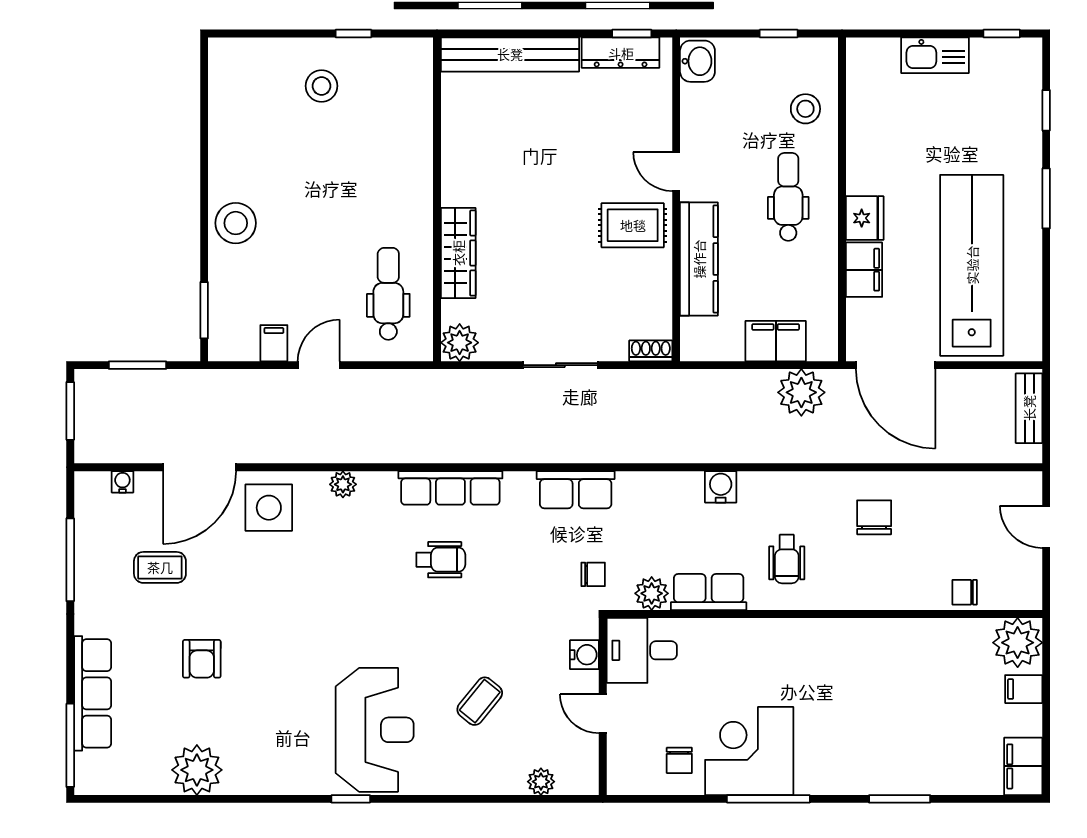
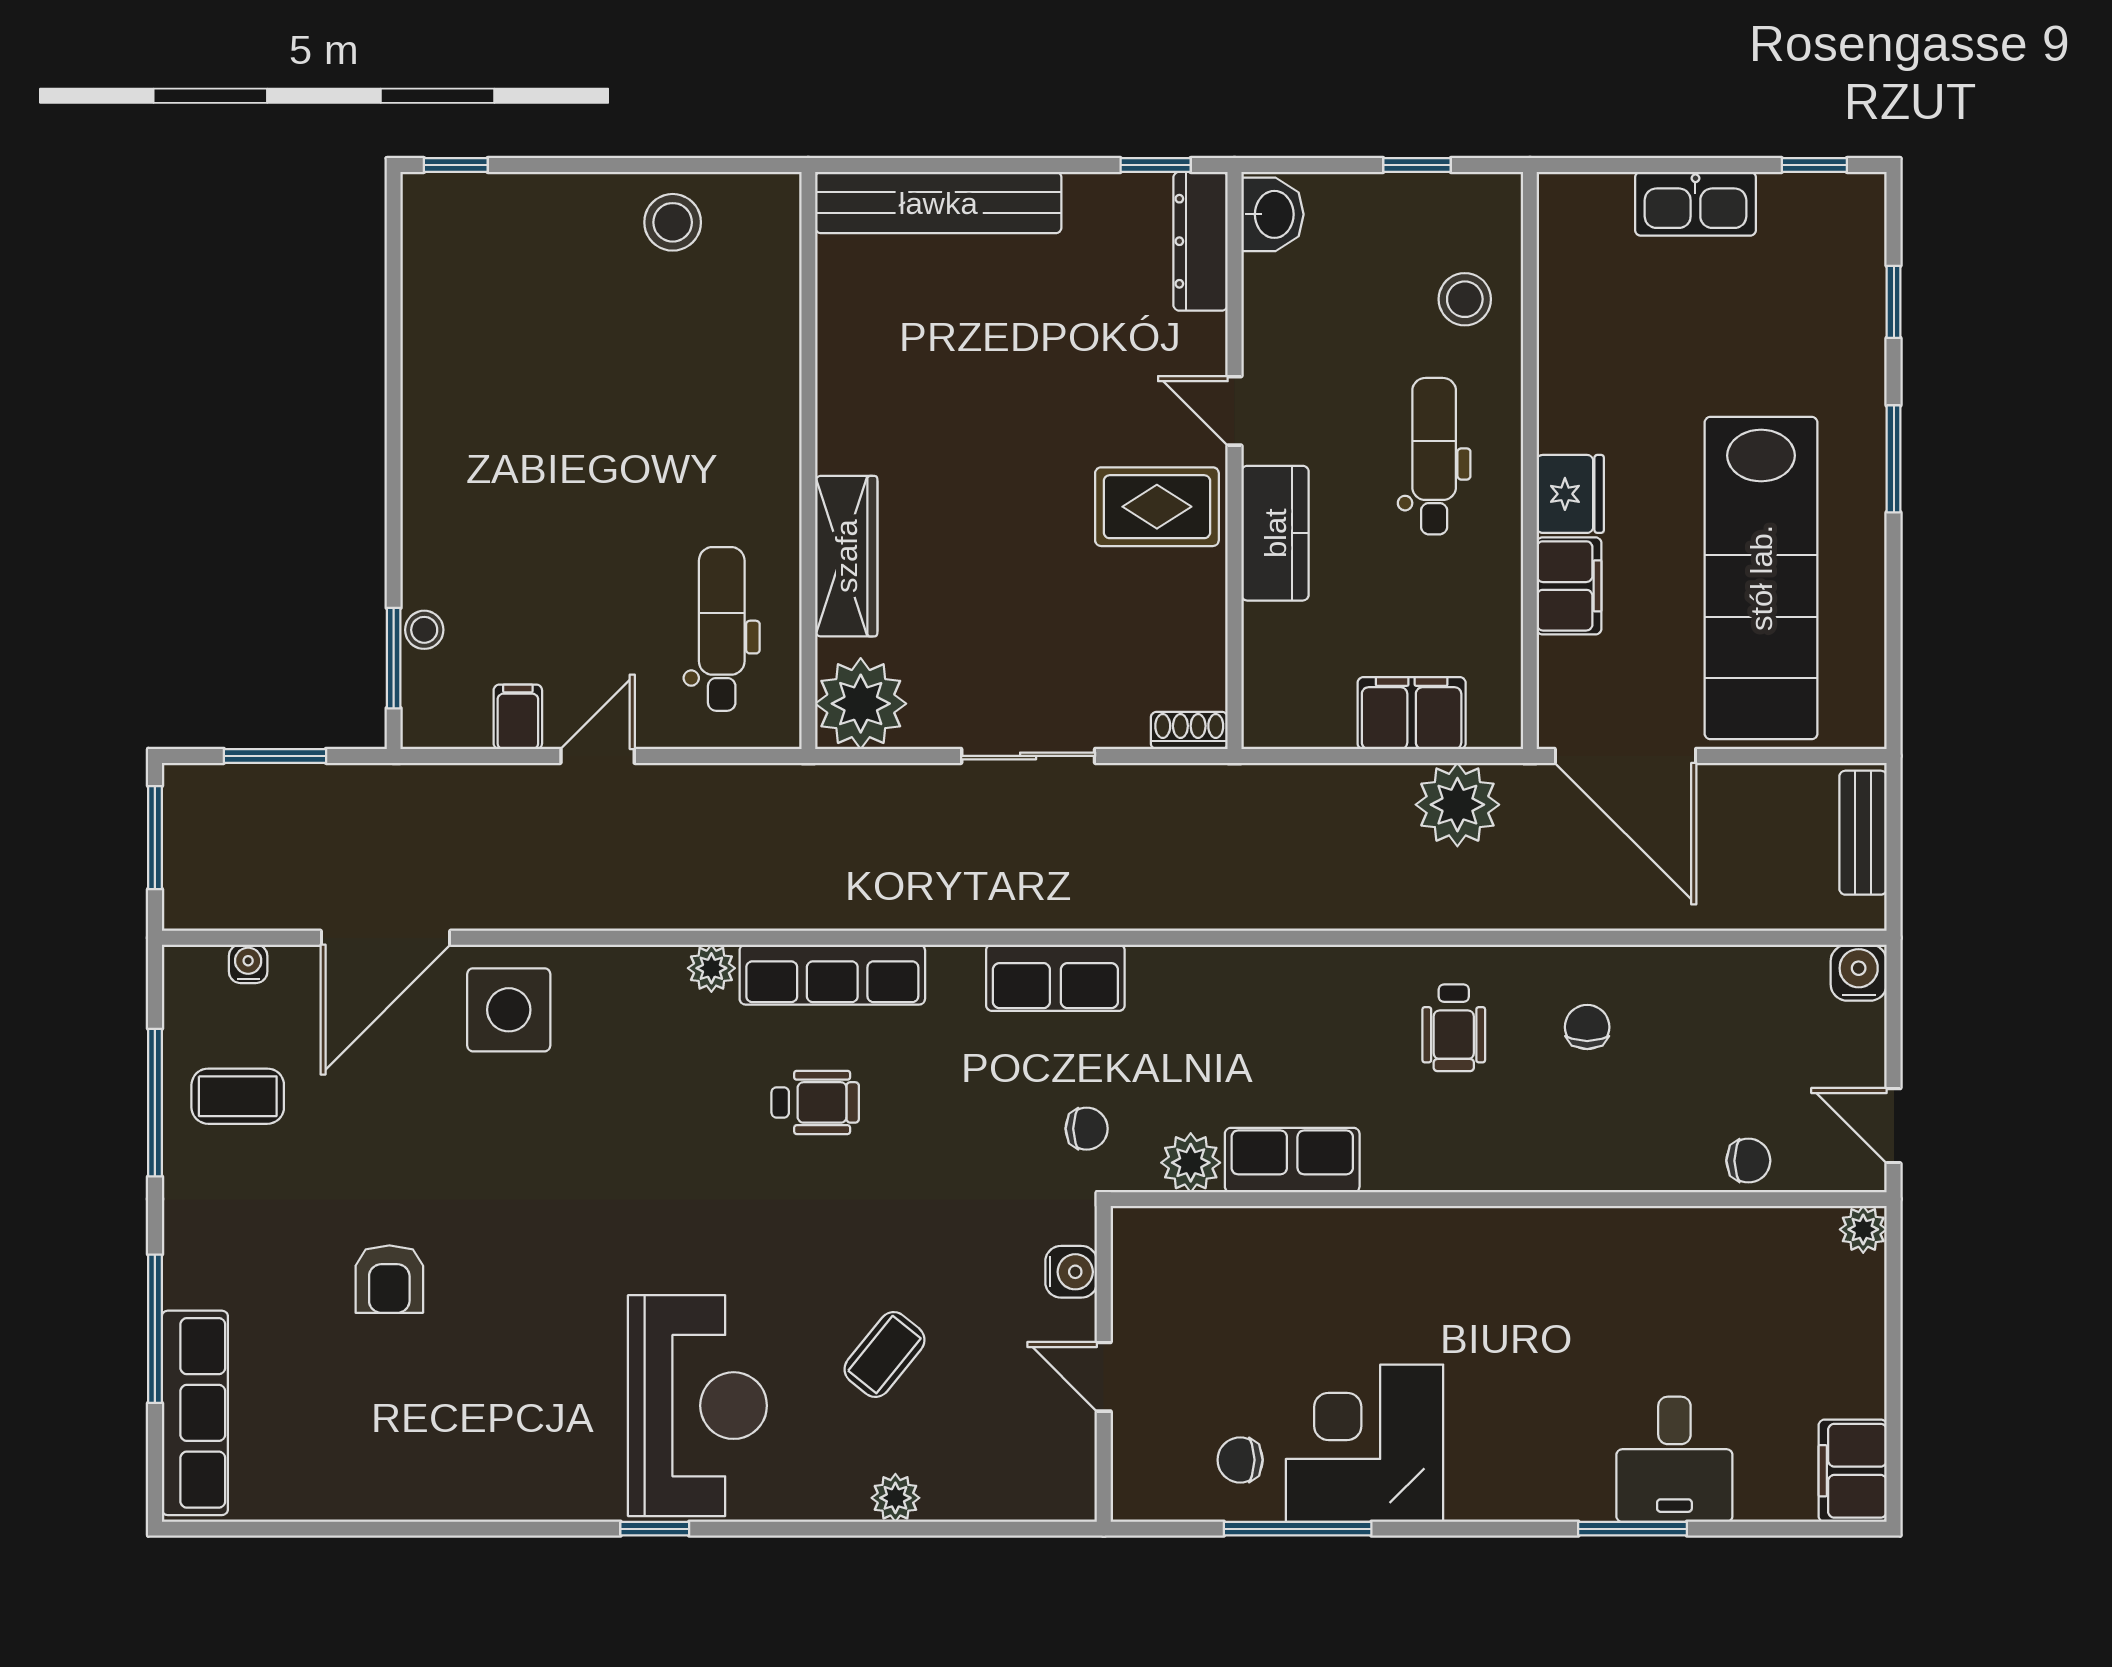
window: (353, 33) -> (456, 165), moved
dresser: (621, 53) -> (1201, 241), moved, turned 90
stool: (322, 86) -> (673, 222), moved
stool: (236, 223) -> (424, 630), moved, width x0.53, depth x0.53
kitchen counter: (699, 259) -> (1275, 533), width x0.67
lab bench: (972, 265) -> (1761, 578), turned 180
plant: (460, 343) -> (861, 704), width x1.36, depth x1.36
plant: (343, 484) -> (711, 968), moved
water cooler: (721, 487) -> (1859, 973), moved
chair: (874, 517) -> (1587, 1027), width x0.73, depth x0.73
door: (1046, 527) -> (1894, 1126), moved
wheelchair: (787, 559) -> (1454, 1028), moved
coffee table: (160, 567) -> (238, 1096), moved
chair: (965, 592) -> (1748, 1161), turned 180
plant: (1018, 643) -> (1863, 1229), width x0.53, depth x0.53
desk: (642, 650) -> (1674, 1459), moved, turned -90
filing cabinet: (1024, 689) -> (1854, 1333), removed
row of seats: (93, 693) -> (195, 1413), moved
window: (70, 745) -> (155, 1329), moved
chair: (679, 760) -> (1240, 1460), turned 90
plant: (197, 770) -> (381, 1477), removed
plant: (541, 782) -> (895, 1498), moved
window: (768, 799) -> (1298, 1529), moved

